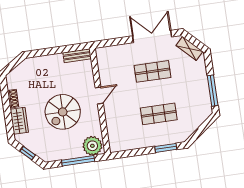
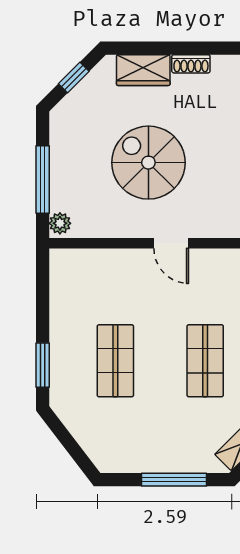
window: (213, 91) -> (174, 480), moved
plant: (92, 146) -> (60, 223), width x0.53, depth x0.53

